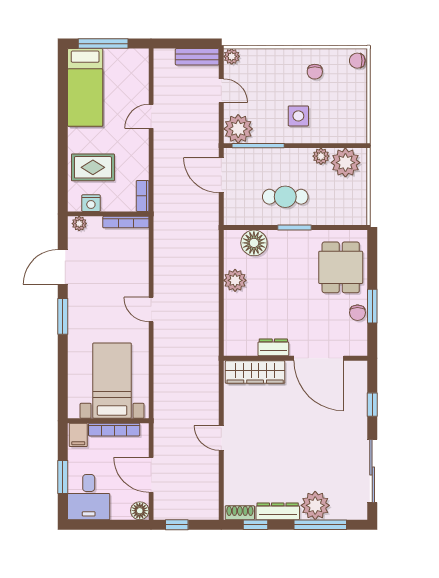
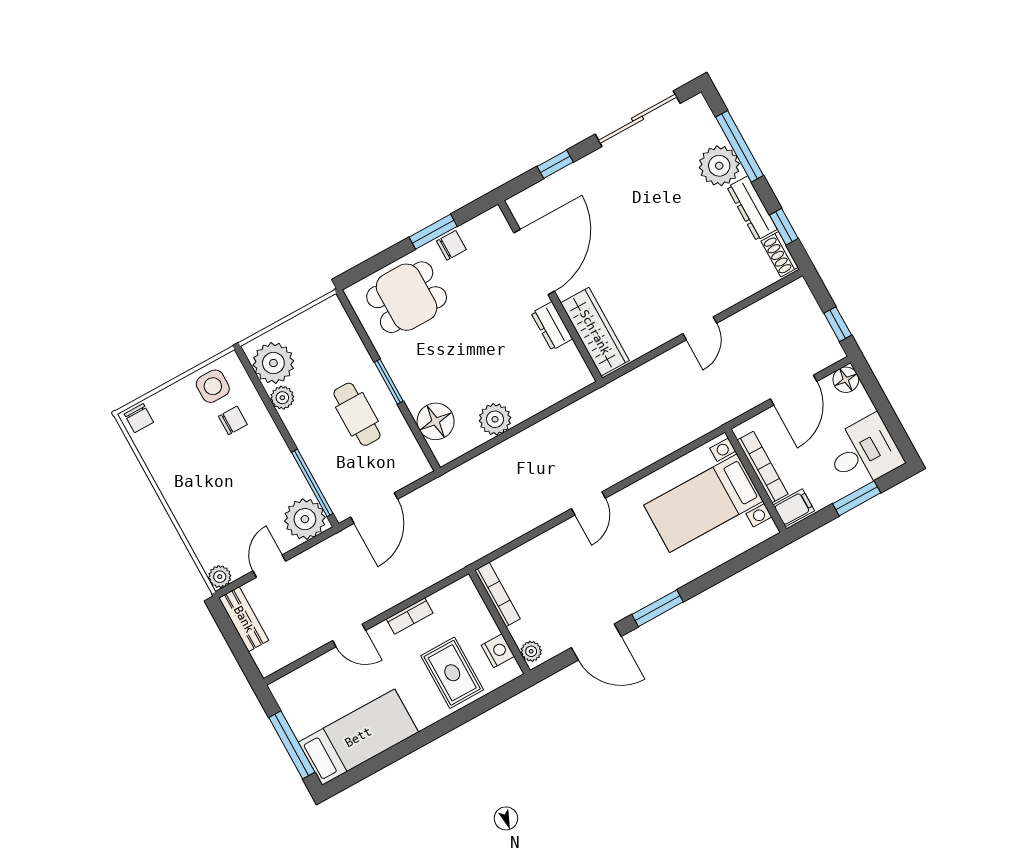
chair: (315, 72) -> (233, 420), moved
side table: (298, 116) -> (213, 386), moved
bookcase: (143, 196) -> (410, 616), moved

